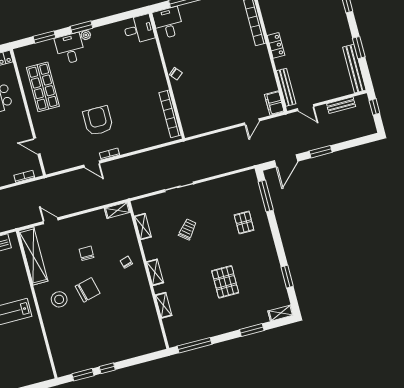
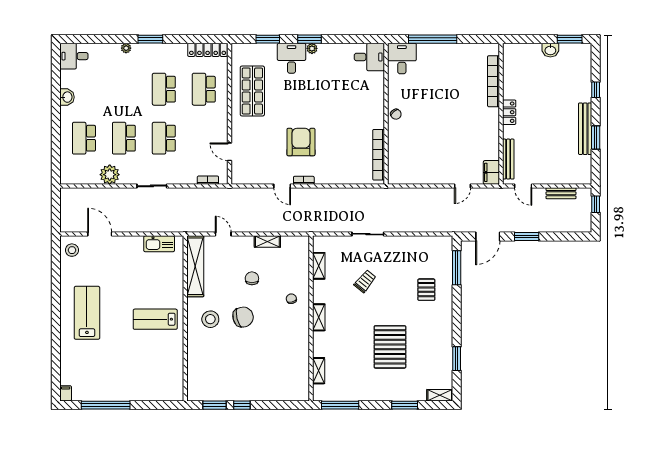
bench: (354, 69) -> (585, 129), moved
shelving: (117, 210) -> (267, 242), moved
pallet: (225, 282) -> (390, 347), width x1.37, depth x1.41
shelving: (164, 305) -> (319, 371), moved

